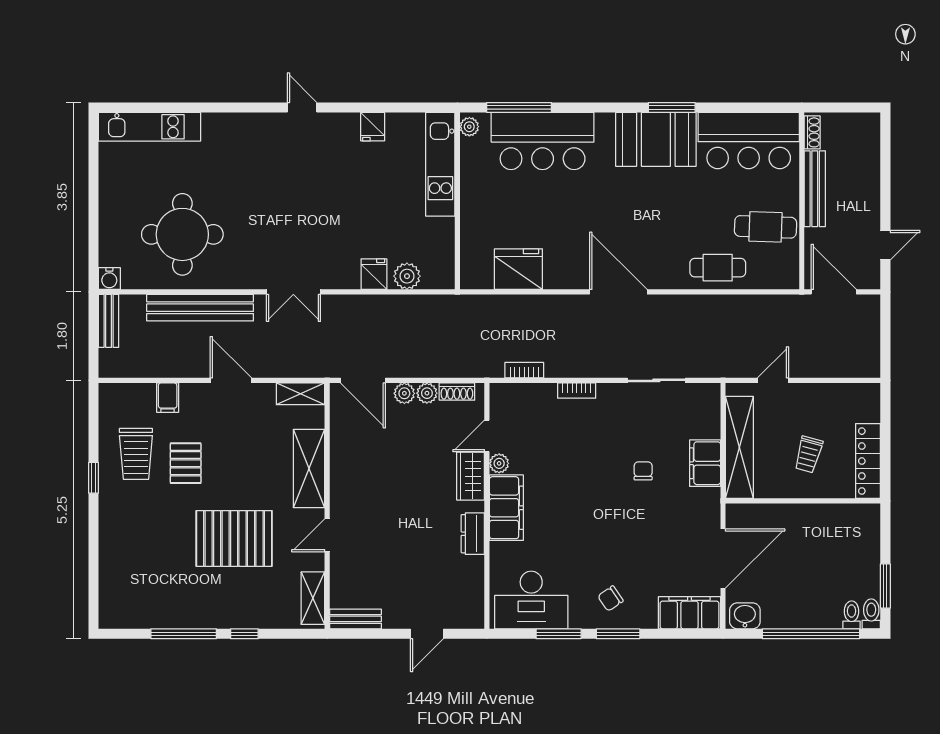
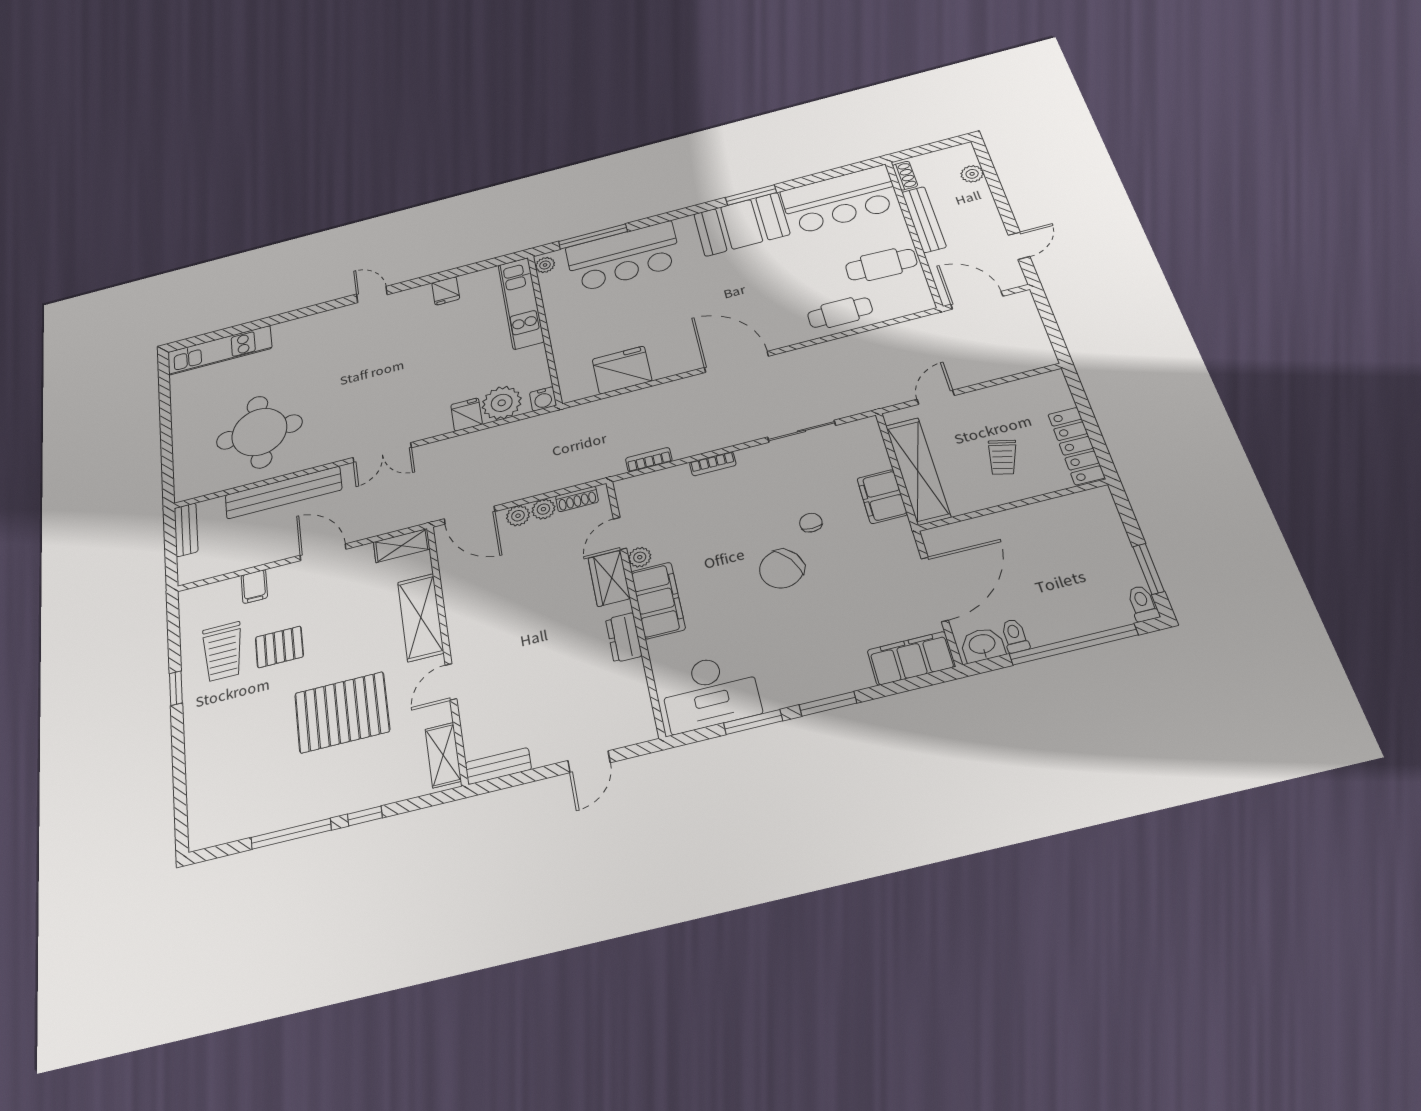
plant: (870, 151) -> (972, 174), added
plant: (407, 276) -> (502, 403), width x1.36, depth x1.36
water cooler: (109, 279) -> (543, 399), moved
pallet: (186, 463) -> (279, 647), turned 90
chair: (610, 598) -> (782, 569), moved, width x1.87, depth x1.87
toilet: (852, 615) -> (1015, 636), moved

